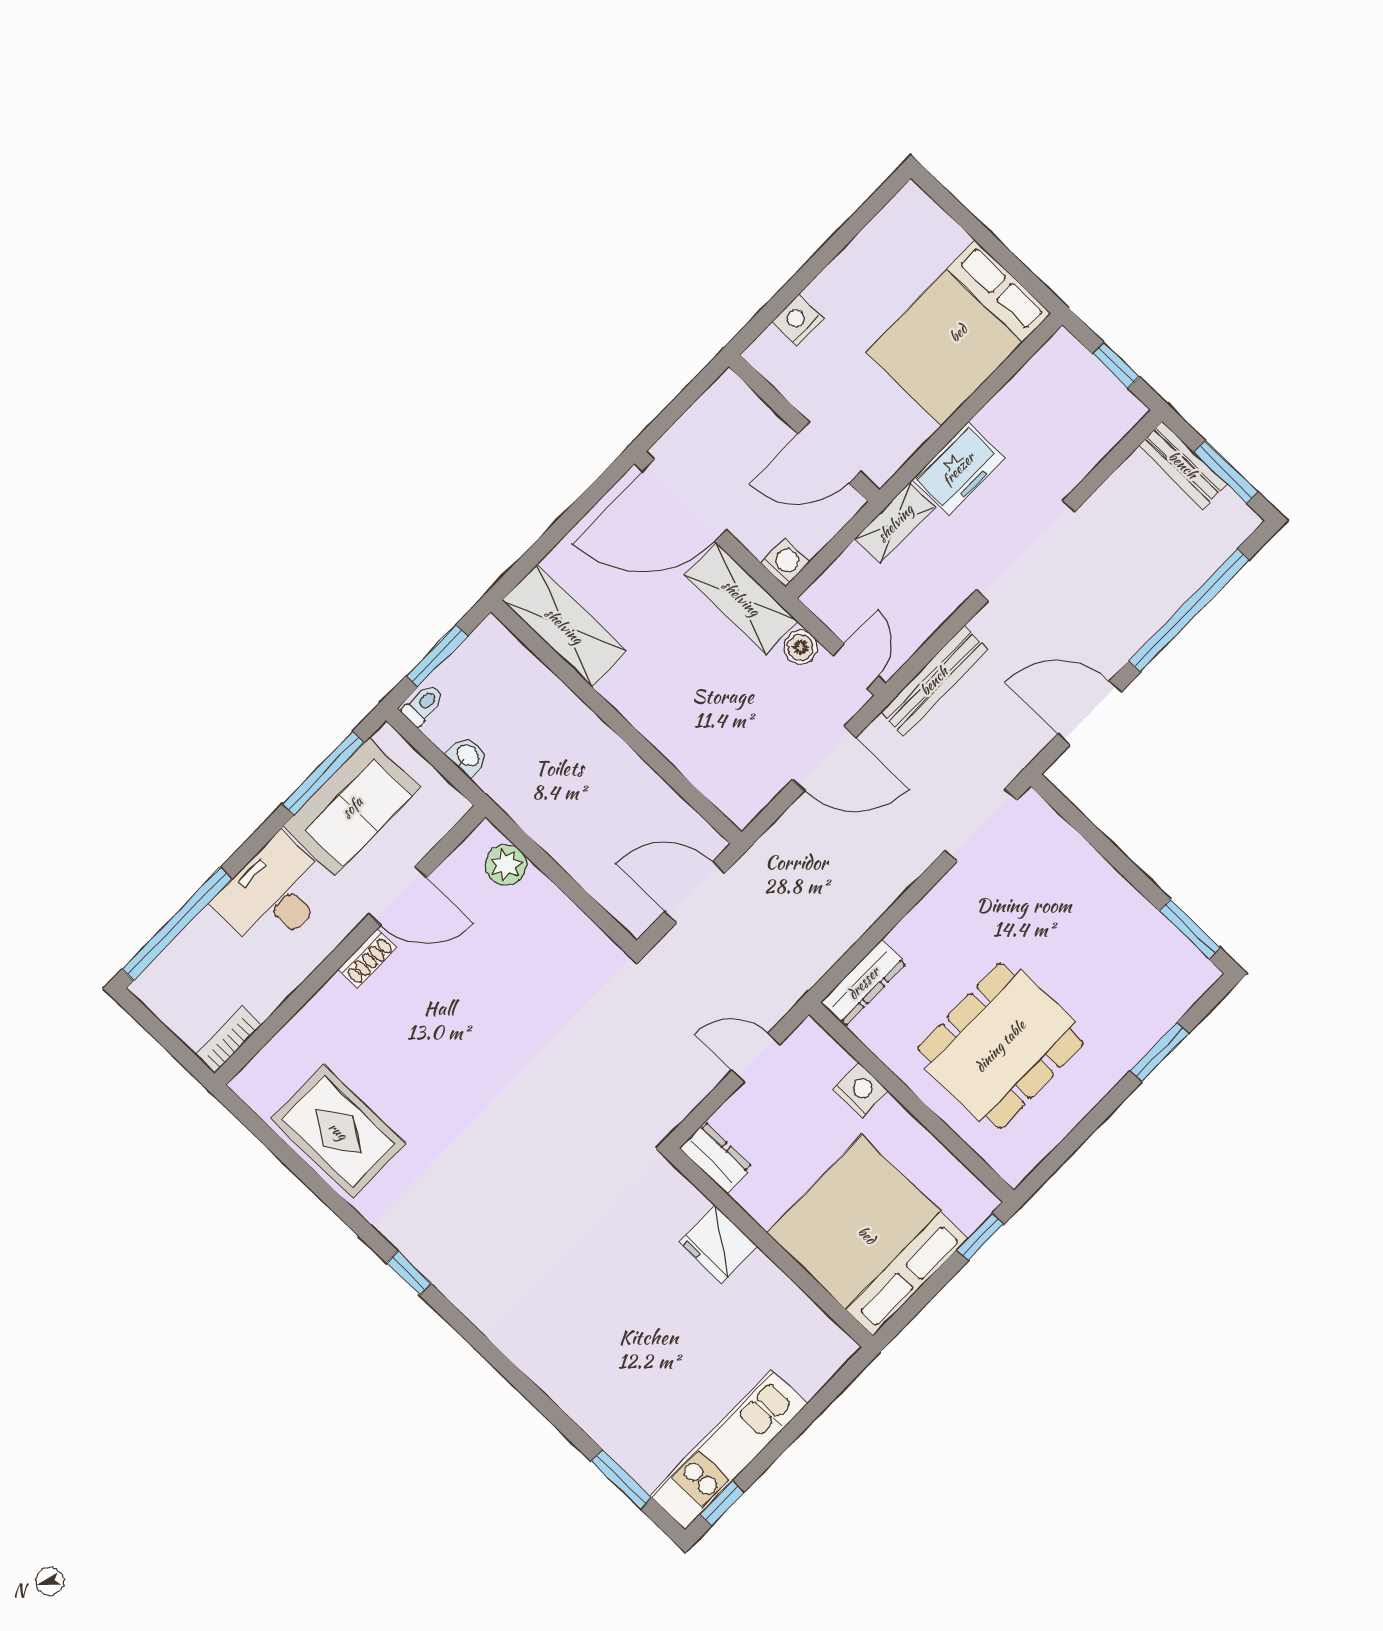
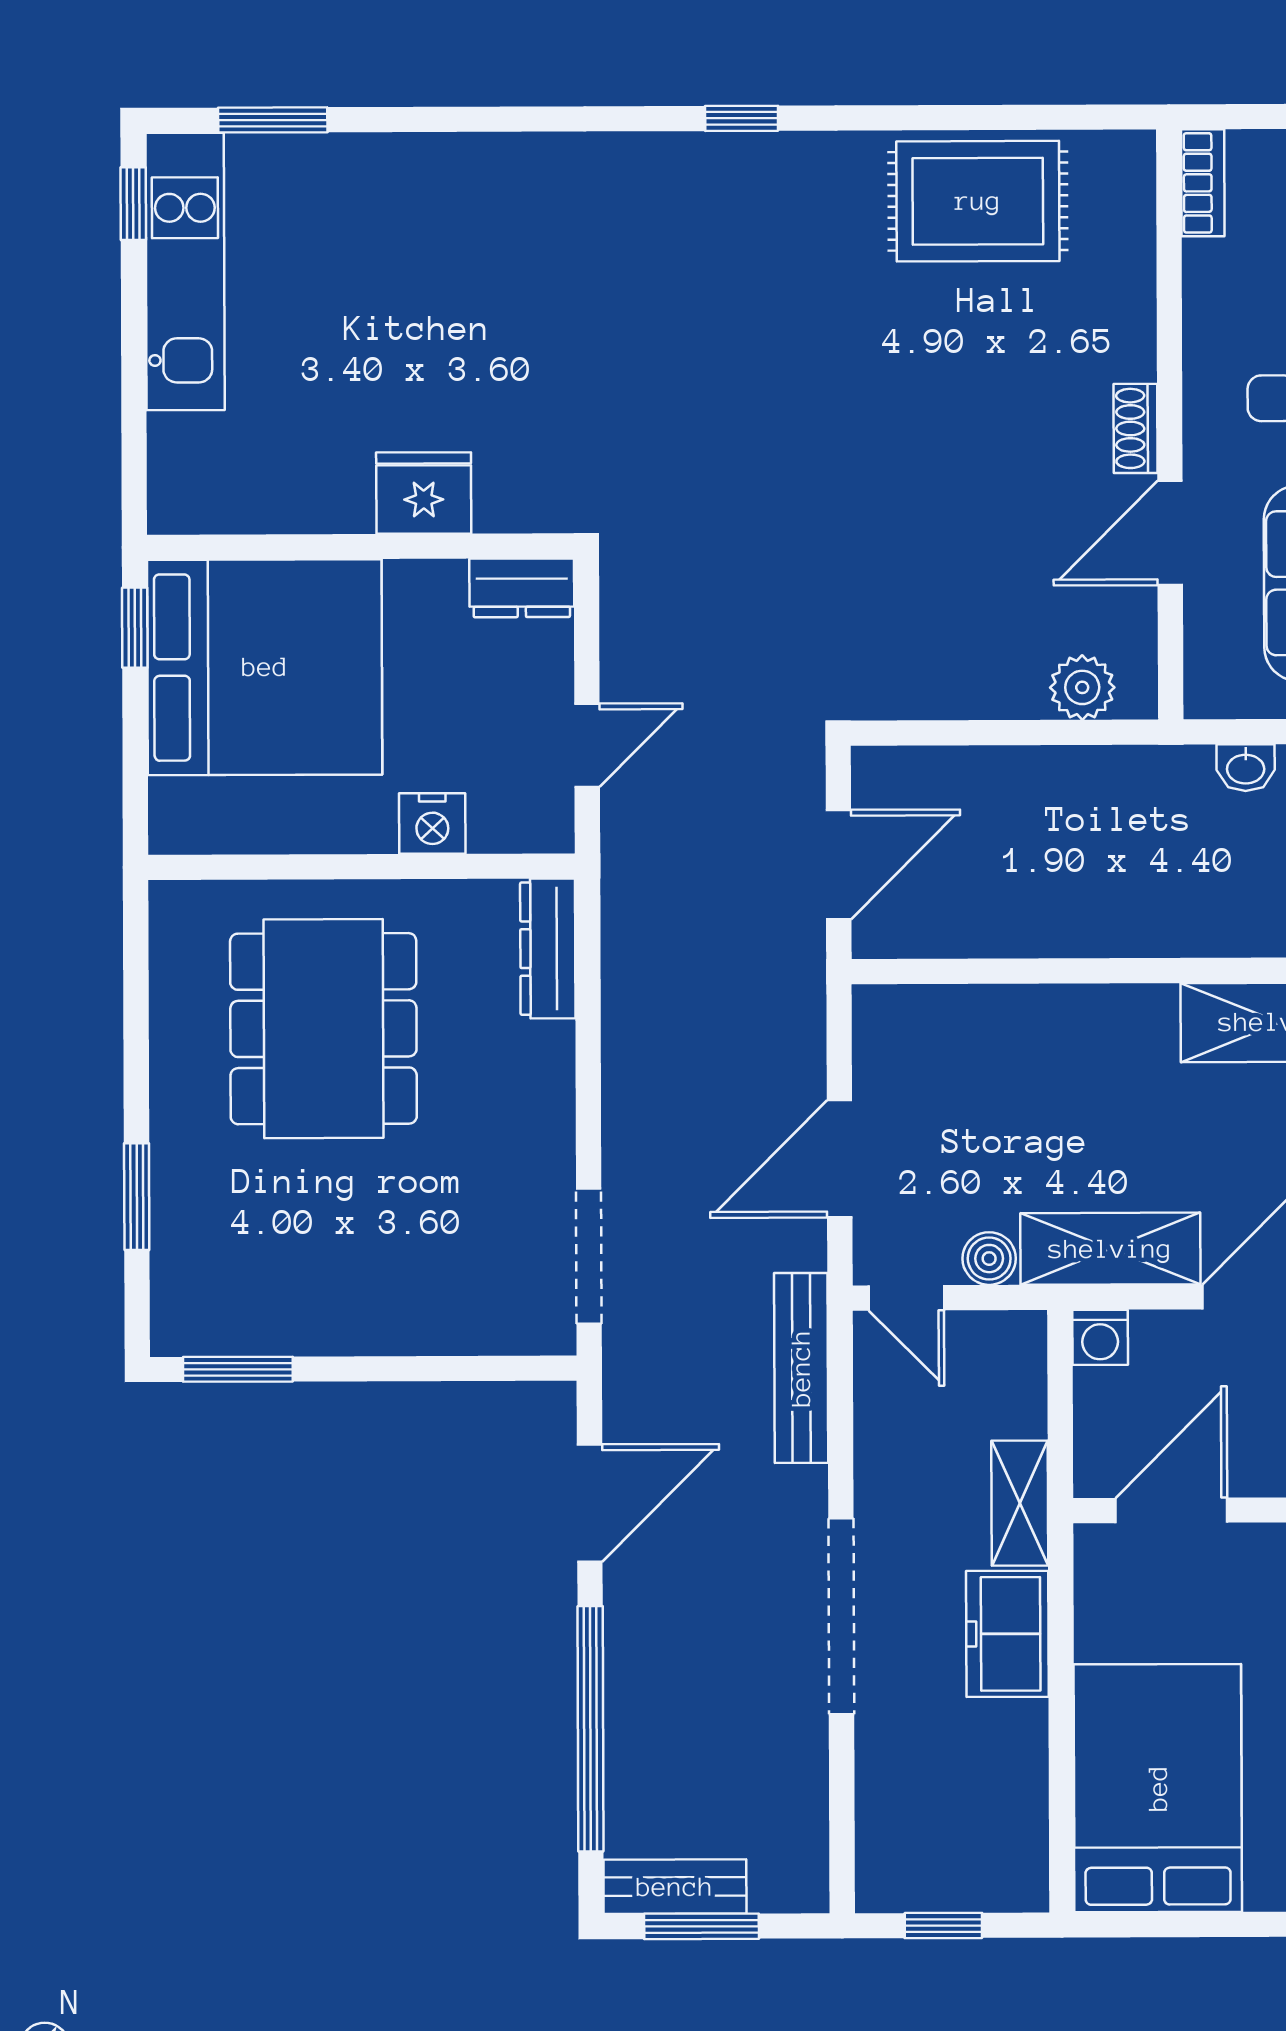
bench: (1183, 465) -> (675, 1887), moved
window: (980, 1237) -> (135, 628), moved

